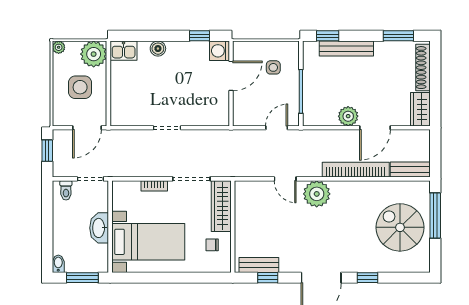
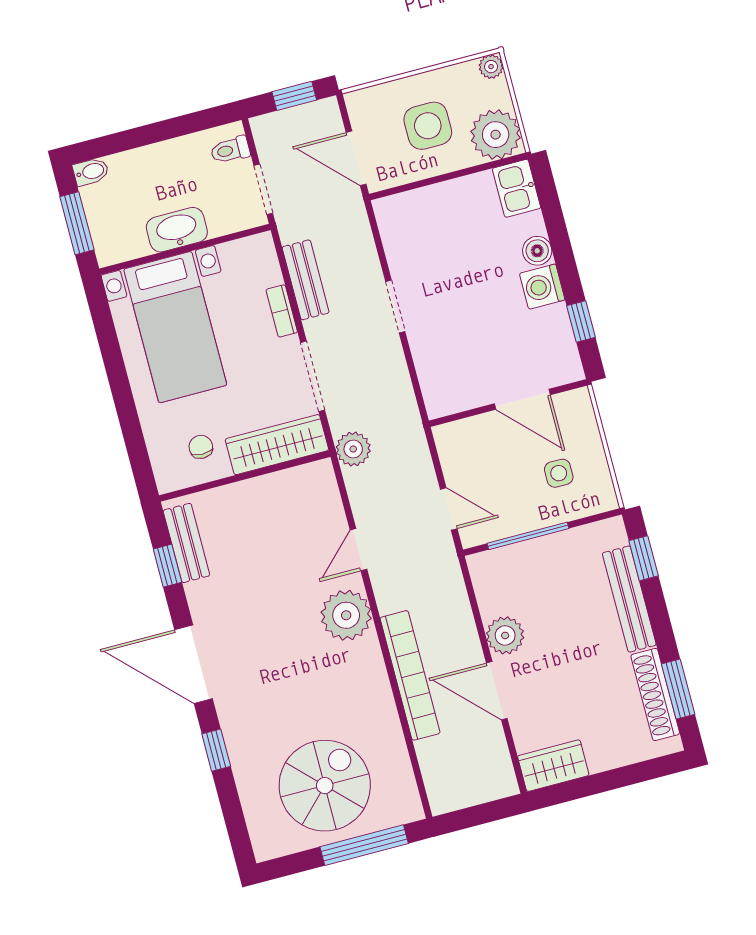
washing machine: (219, 51) -> (542, 287), moved, turned -90
shoe rack: (423, 68) -> (655, 694), moved, turned -90
plant: (234, 168) -> (353, 449), added
bench: (410, 170) -> (306, 280), moved

